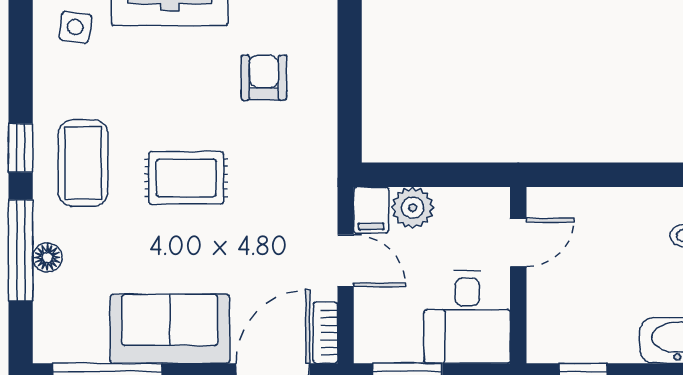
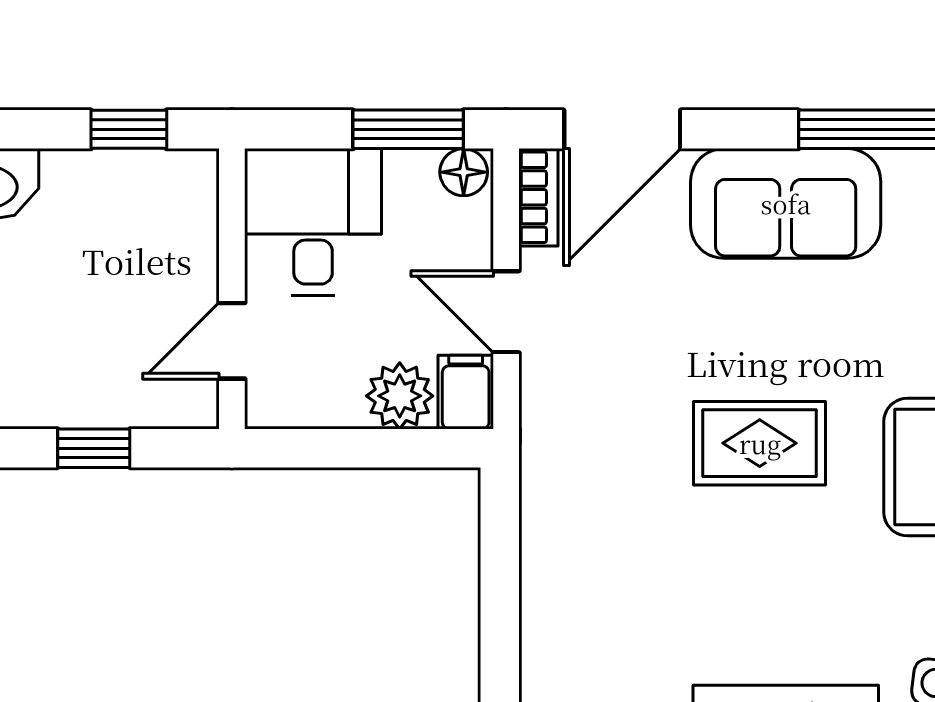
armchair: (264, 78) -> (636, 602), removed
window: (605, 175) -> (94, 448), added
floor lamp: (372, 348) -> (464, 172), added

